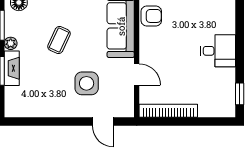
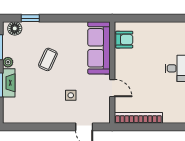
side table: (87, 83) -> (71, 95), width x0.54, depth x0.54

